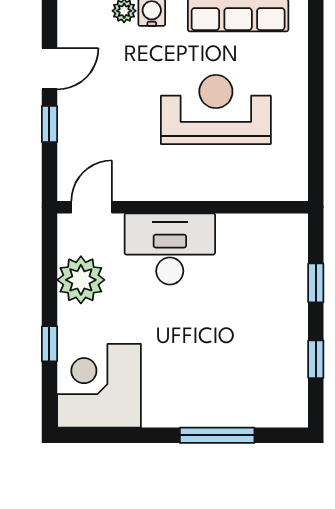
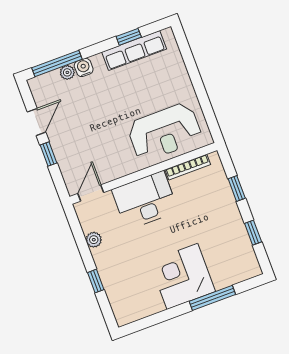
reception desk: (216, 110) -> (165, 132), moved, turned 180
bookcase: (254, 223) -> (188, 167), added
plant: (81, 280) -> (94, 240), width x0.53, depth x0.53
corner desk: (99, 386) -> (182, 276), moved

